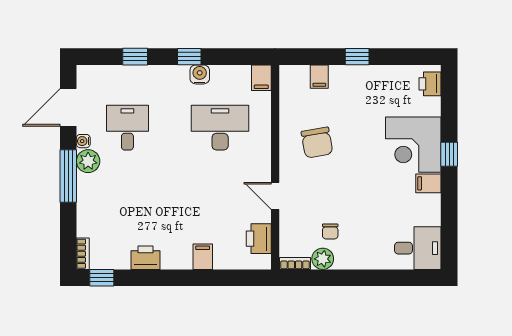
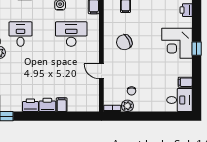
chair: (317, 143) -> (124, 42), turned 72
filing cabinet: (428, 183) -> (185, 82), moved
printer: (259, 239) -> (47, 105), moved, turned 90

